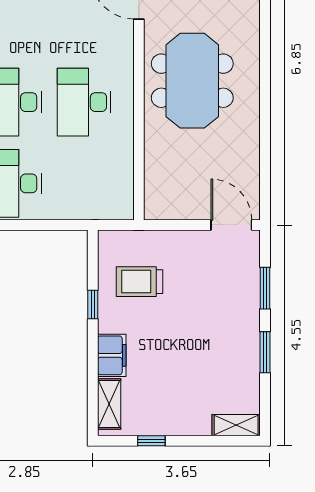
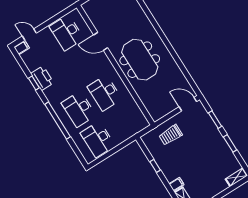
trolley: (139, 282) -> (171, 135), moved
filing cabinet: (112, 355) -> (177, 184), width x0.50

